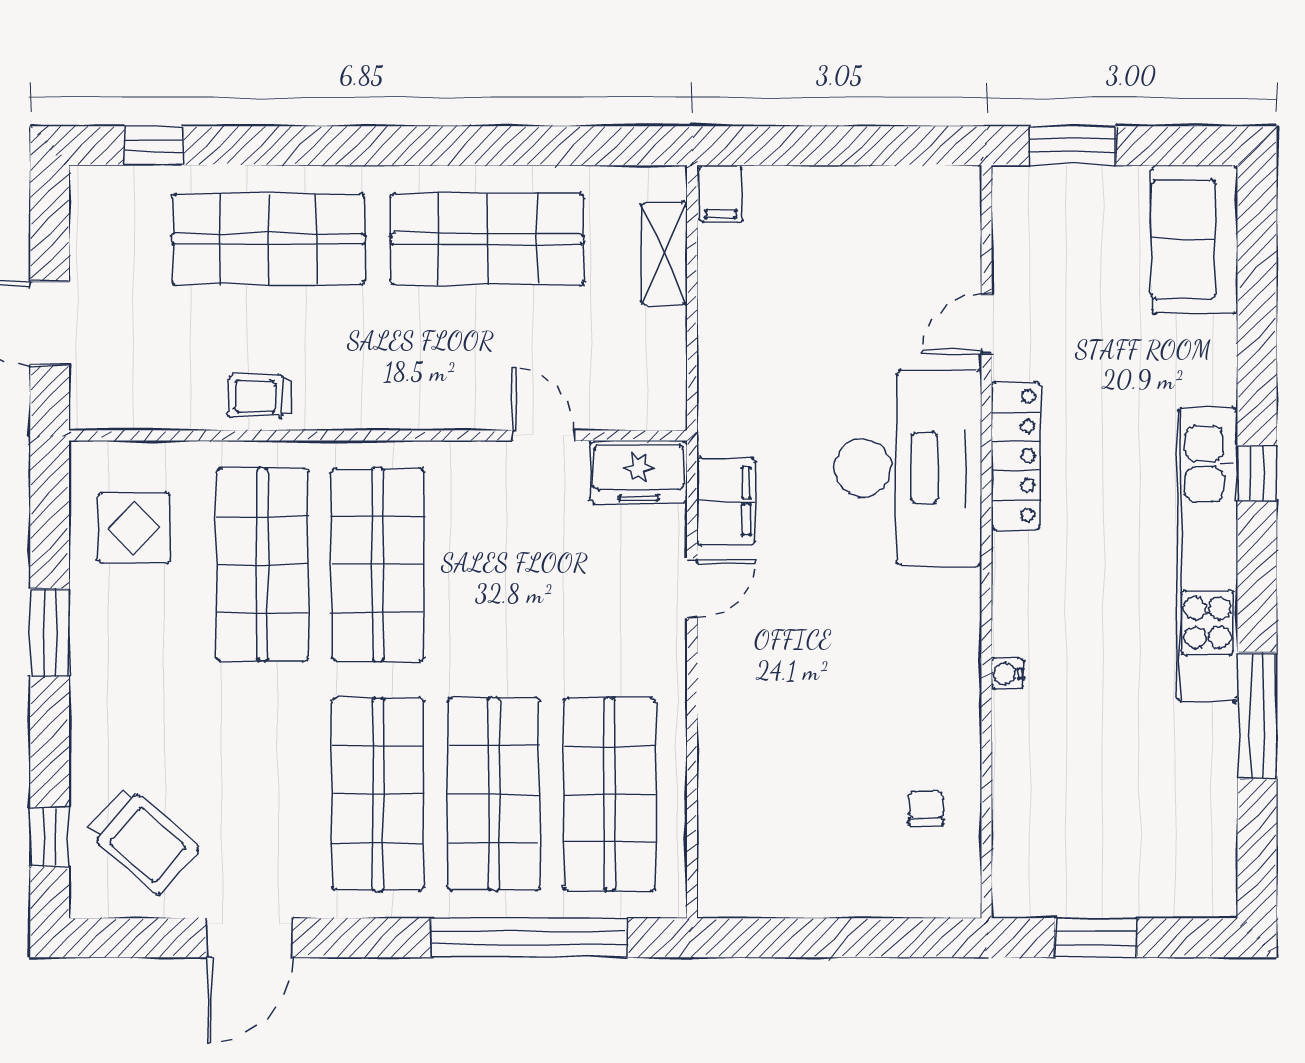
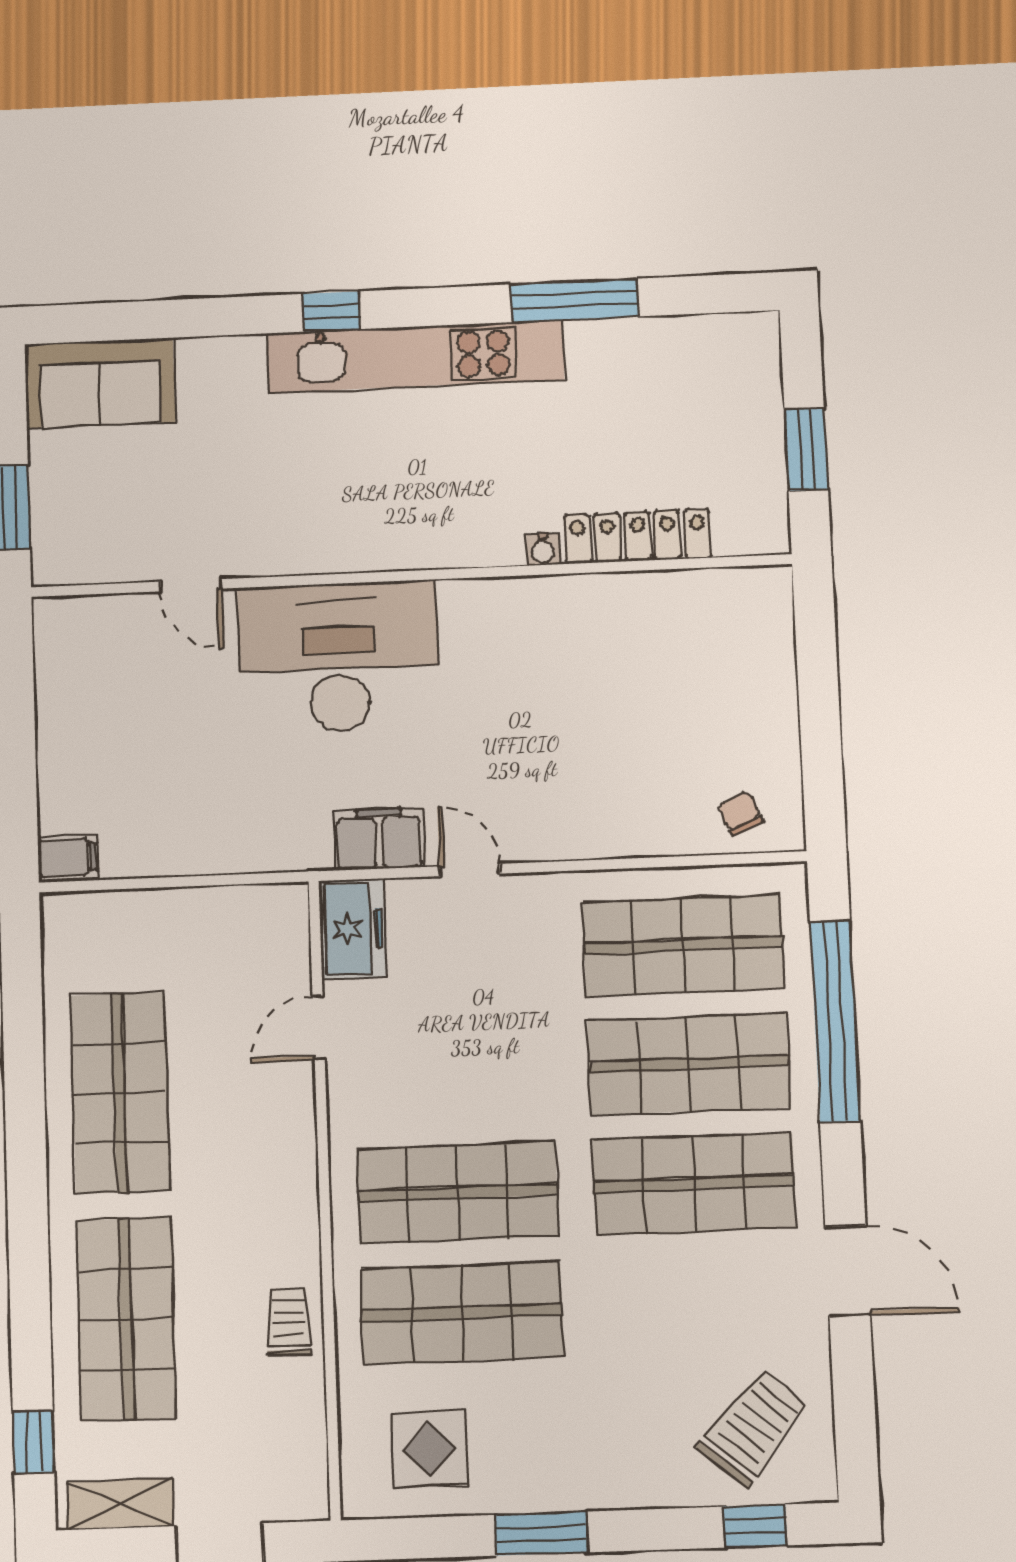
shelving: (664, 254) -> (120, 1504), moved
trolley: (260, 396) -> (288, 1322), turned 180
locker: (1016, 456) -> (637, 536), moved
chair: (926, 808) -> (741, 814), moved, turned 67
door: (250, 938) -> (848, 1271), moved

